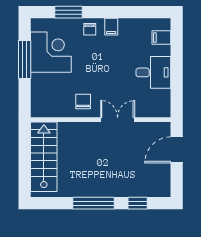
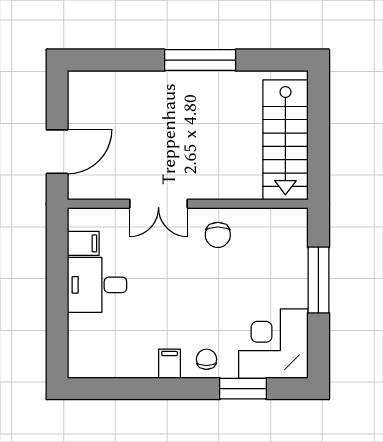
filing cabinet: (161, 38) -> (83, 243), moved
corner desk: (51, 52) -> (273, 344), moved, turned 90
window: (25, 59) -> (318, 280), moved
window: (138, 203) -> (124, 60), removed

